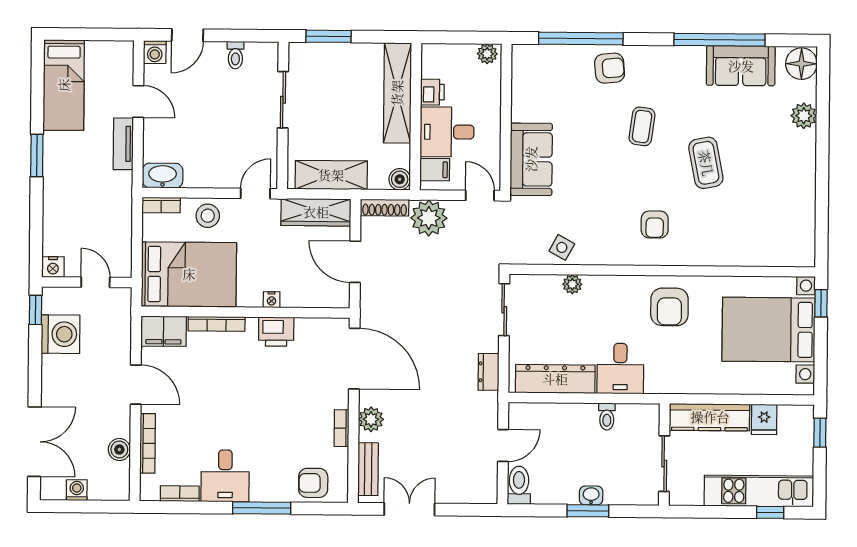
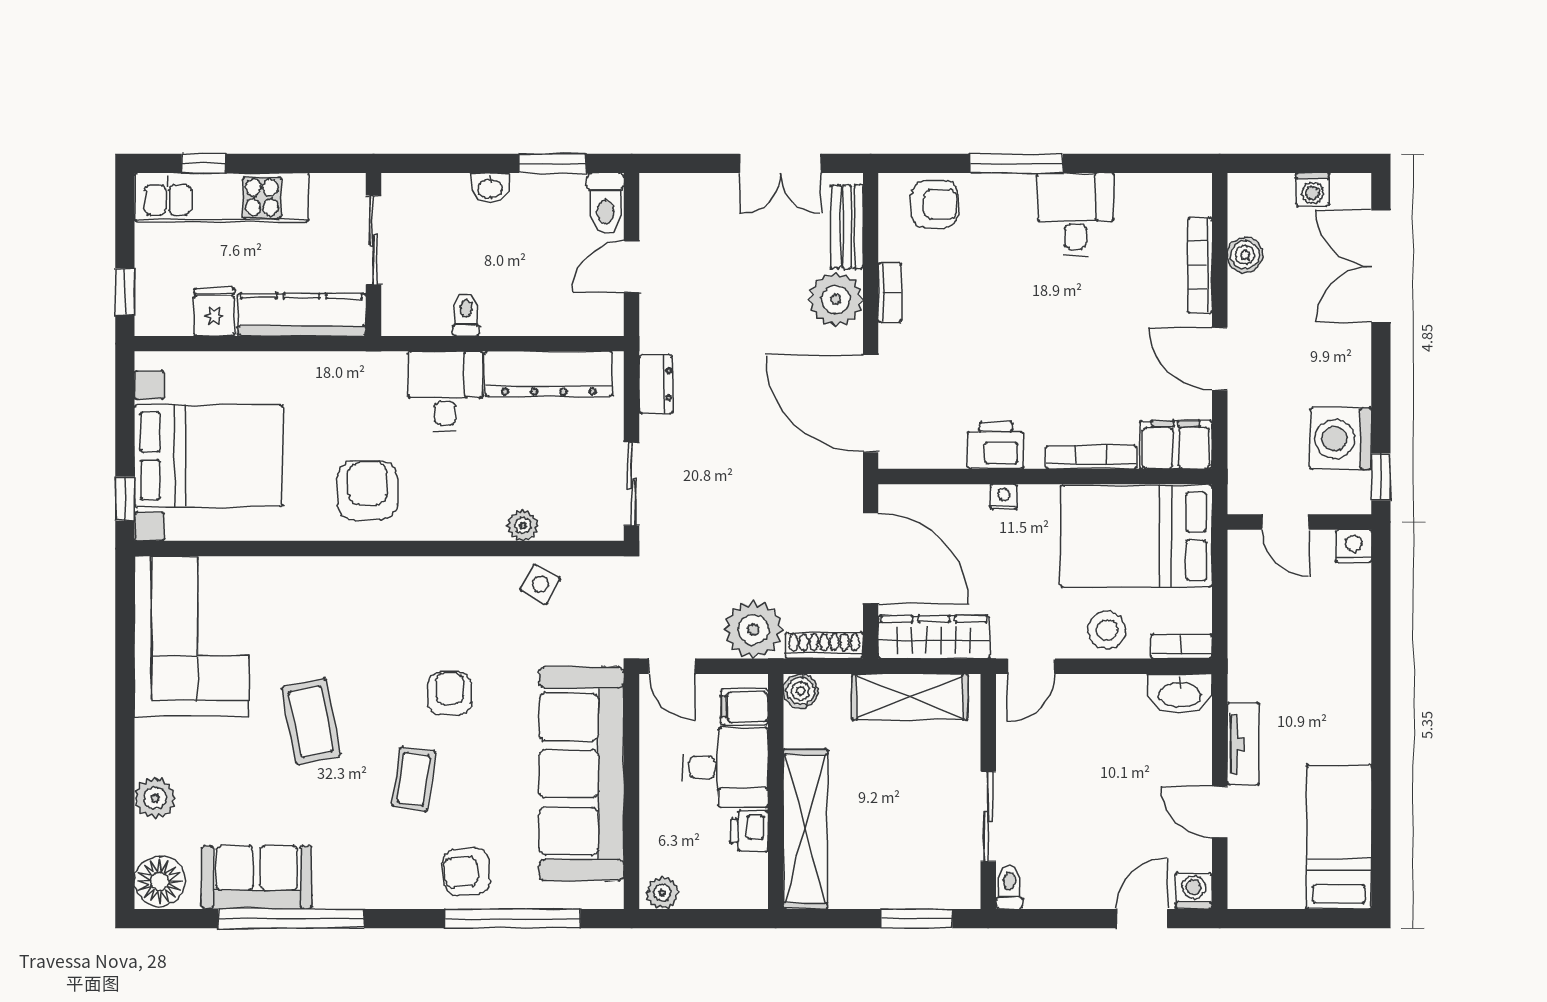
toilet: (235, 55) -> (1009, 887), moved
window: (37, 156) -> (1381, 724), removed
sofa: (531, 159) -> (581, 774), width x1.85, depth x1.27
corner sofa: (780, 217) -> (192, 636), added
armchair: (655, 224) -> (450, 694), moved
door: (355, 262) -> (871, 558), width x1.36
plant: (371, 419) -> (836, 299), width x1.36, depth x1.36
bookcase: (180, 494) -> (1148, 185), removed
window: (588, 511) -> (553, 163), moved

